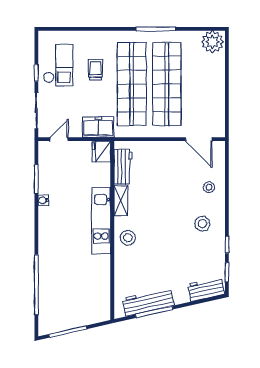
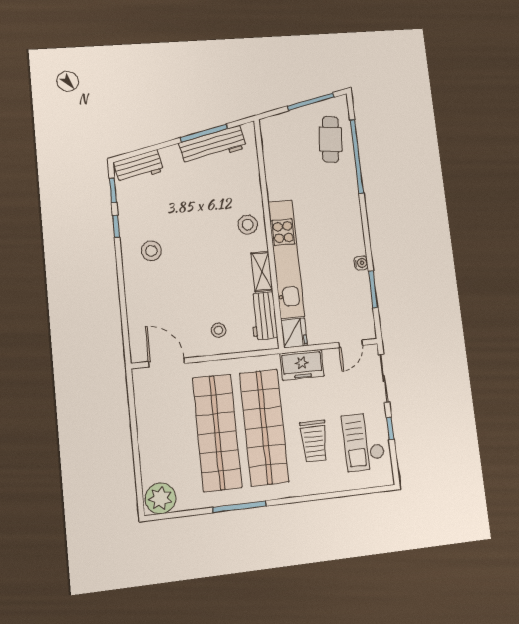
trolley: (95, 70) -> (314, 441), width x1.36, depth x1.39
stool: (209, 187) -> (218, 330), moved
kitchen unit: (101, 221) -> (286, 259), width x1.36
cafe table: (56, 300) -> (330, 139), added

